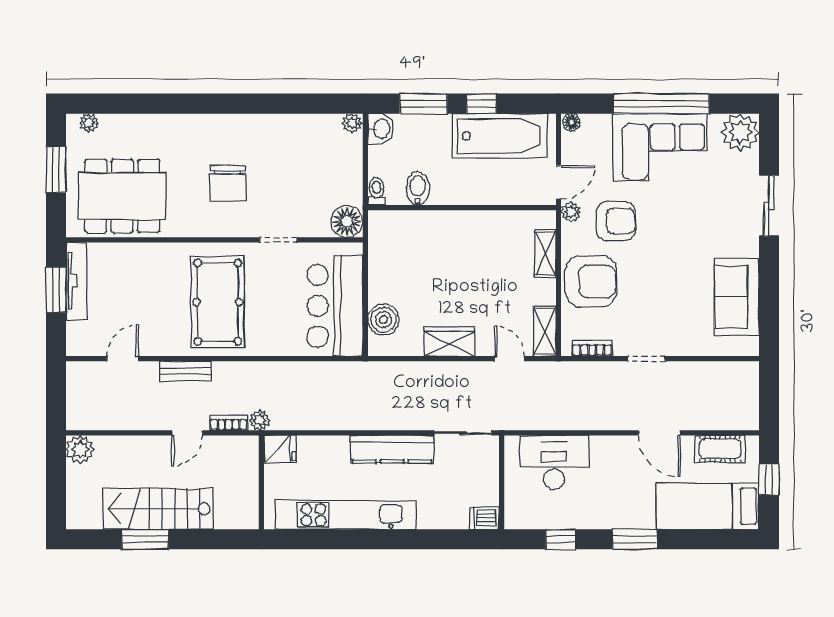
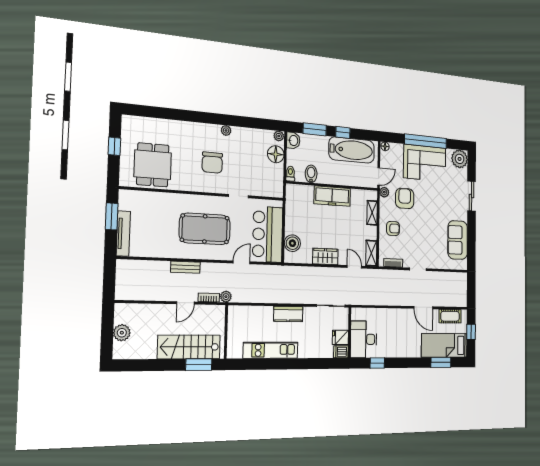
plant: (89, 123) -> (226, 130), moved
window: (56, 170) -> (114, 146), width x0.67
dining table: (122, 196) -> (153, 165), width x0.73
floor lamp: (347, 221) -> (276, 154), moved
armchair: (616, 221) -> (405, 198), turned -90
freezer: (461, 227) -> (332, 196), added
tv unit: (76, 281) -> (123, 234), moved
armchair: (591, 281) -> (393, 228), width x0.53, depth x0.53
pool table: (218, 302) -> (205, 229), turned 90
door: (122, 359) -> (242, 262), moved
fridge: (280, 449) -> (340, 337), moved, turned 180
kitchen counter: (392, 449) -> (288, 314), width x0.67
plant: (80, 450) -> (122, 333), moved
desk: (554, 463) -> (364, 339), moved, turned -90
stairs: (158, 509) -> (189, 347), moved
kitchen unit: (346, 515) -> (271, 350), width x0.73
window: (145, 539) -> (199, 365), moved
window: (635, 539) -> (441, 362), moved

